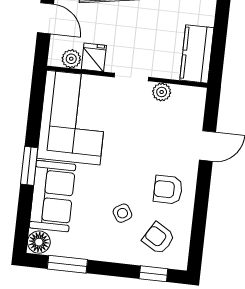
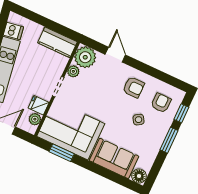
plant: (189, 103) -> (85, 57), added
window: (29, 166) -> (62, 153), moved
armchair: (168, 190) -> (134, 87), turned -90
armchair: (158, 238) -> (161, 103), turned 149
window: (67, 264) -> (169, 140), moved

